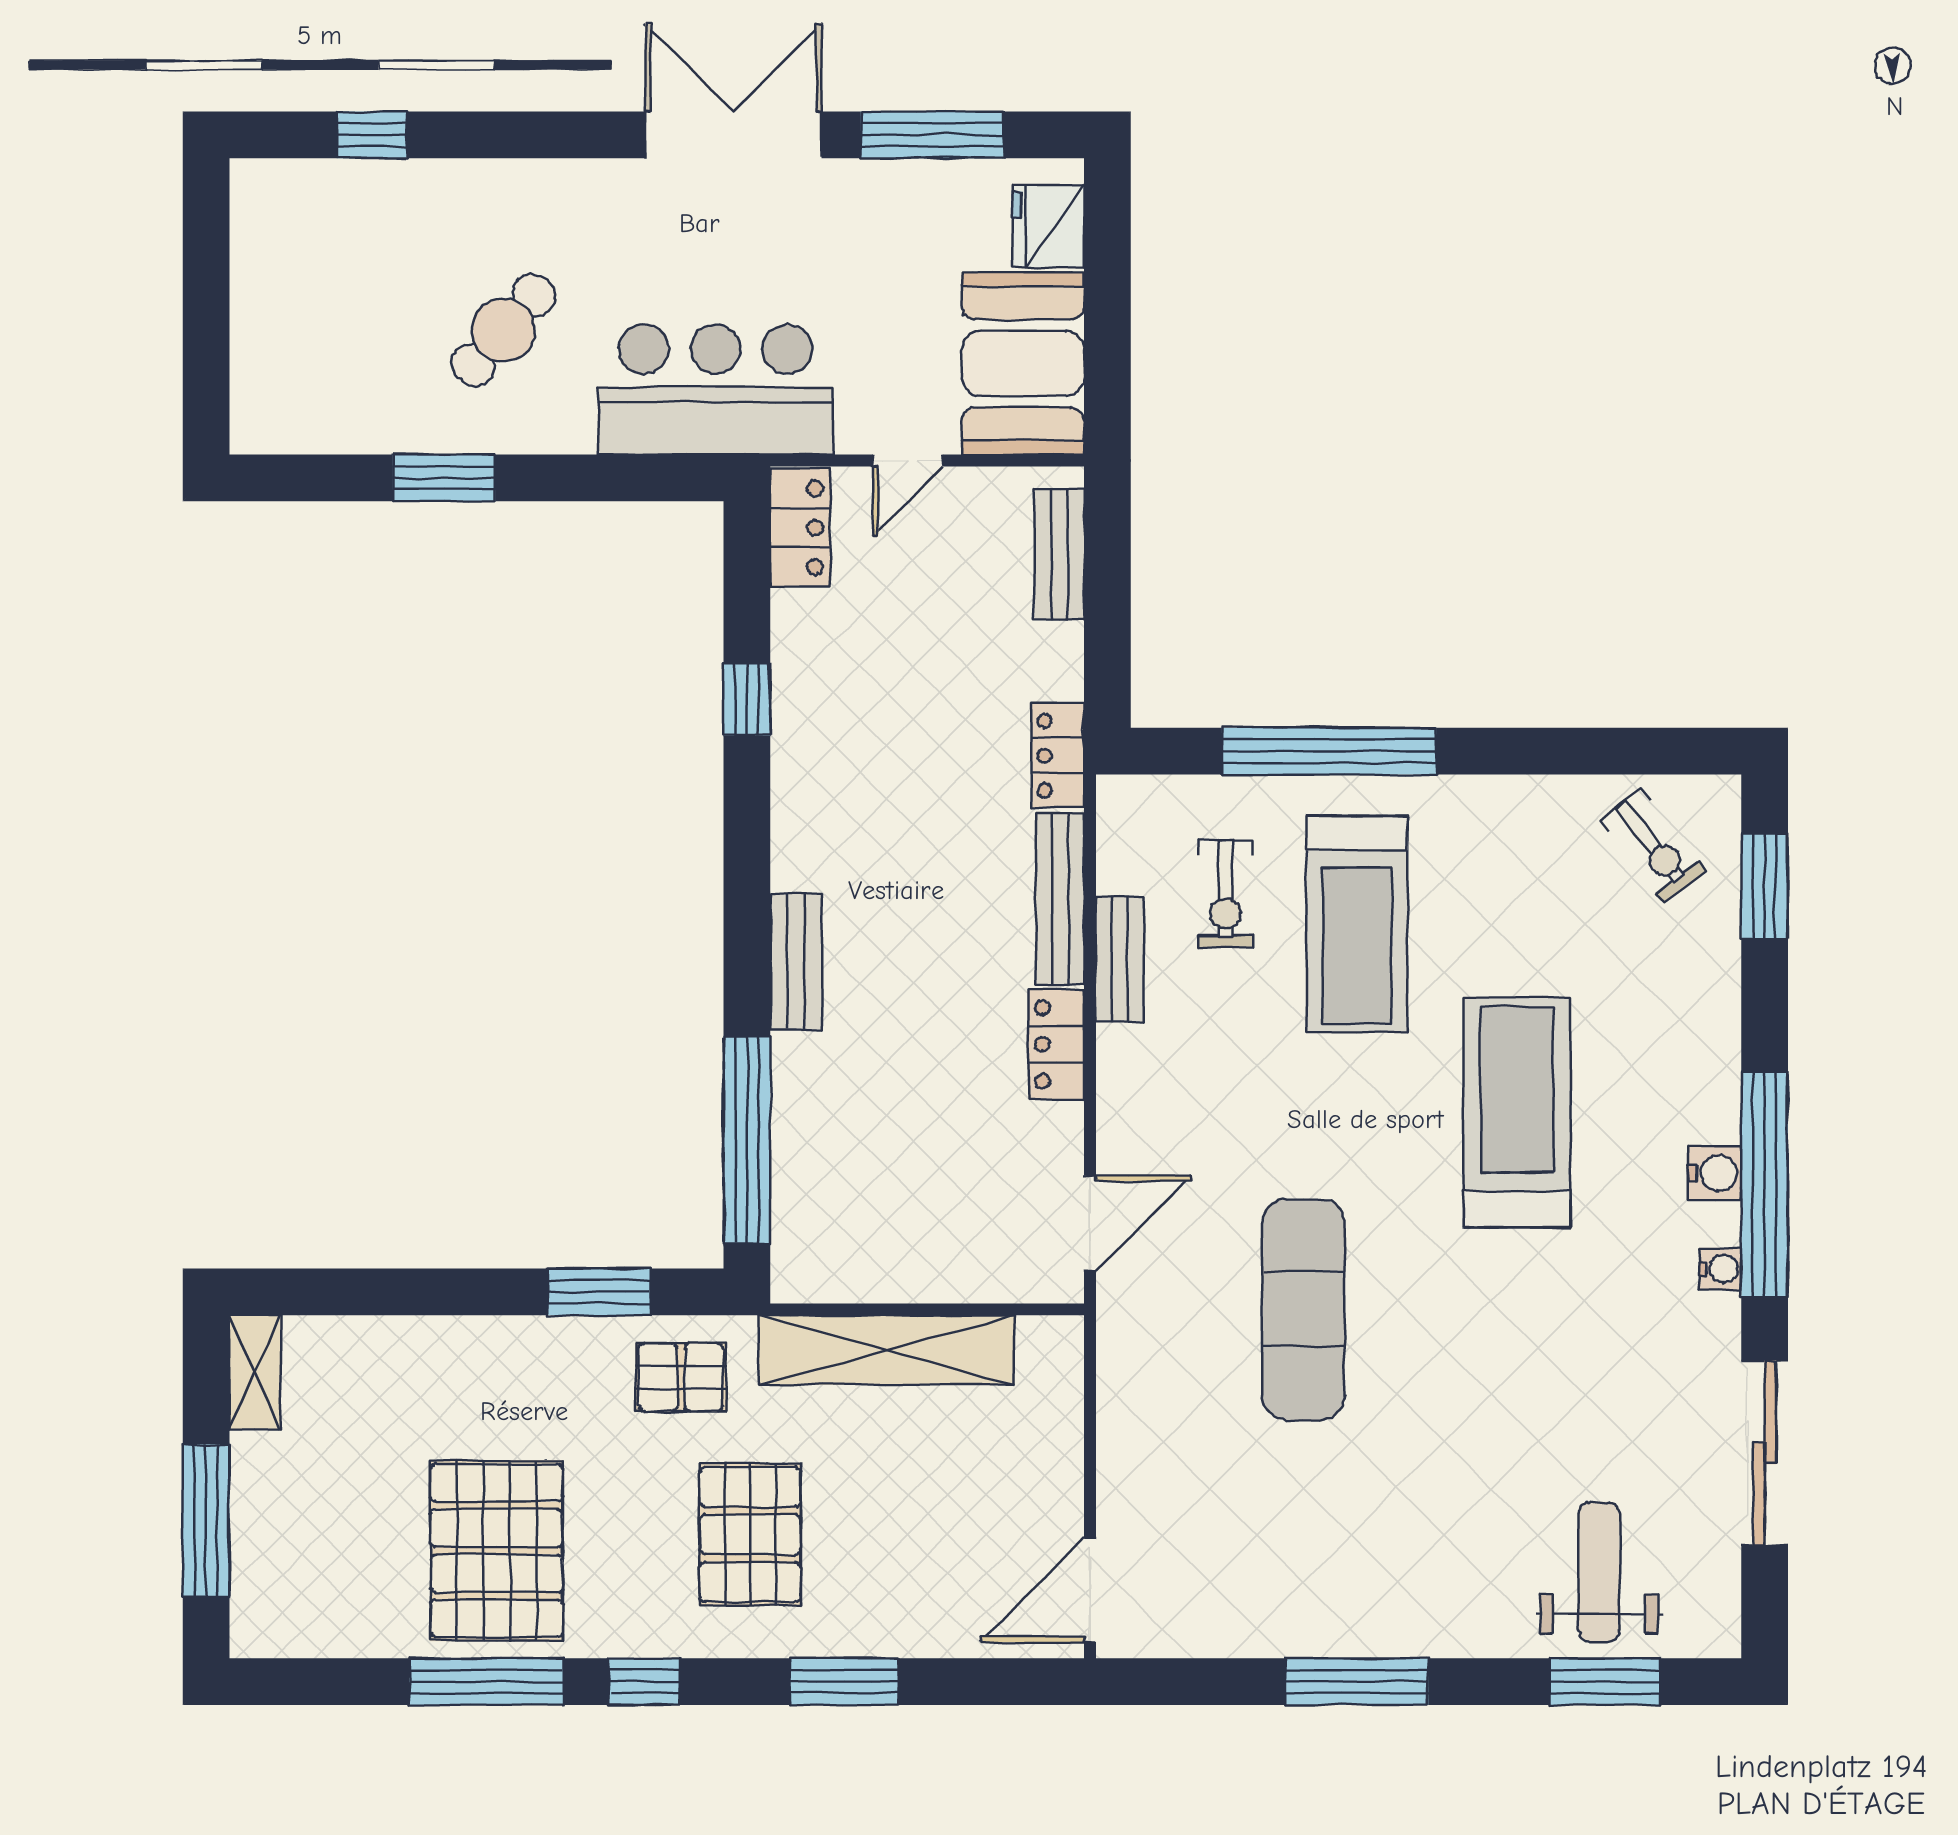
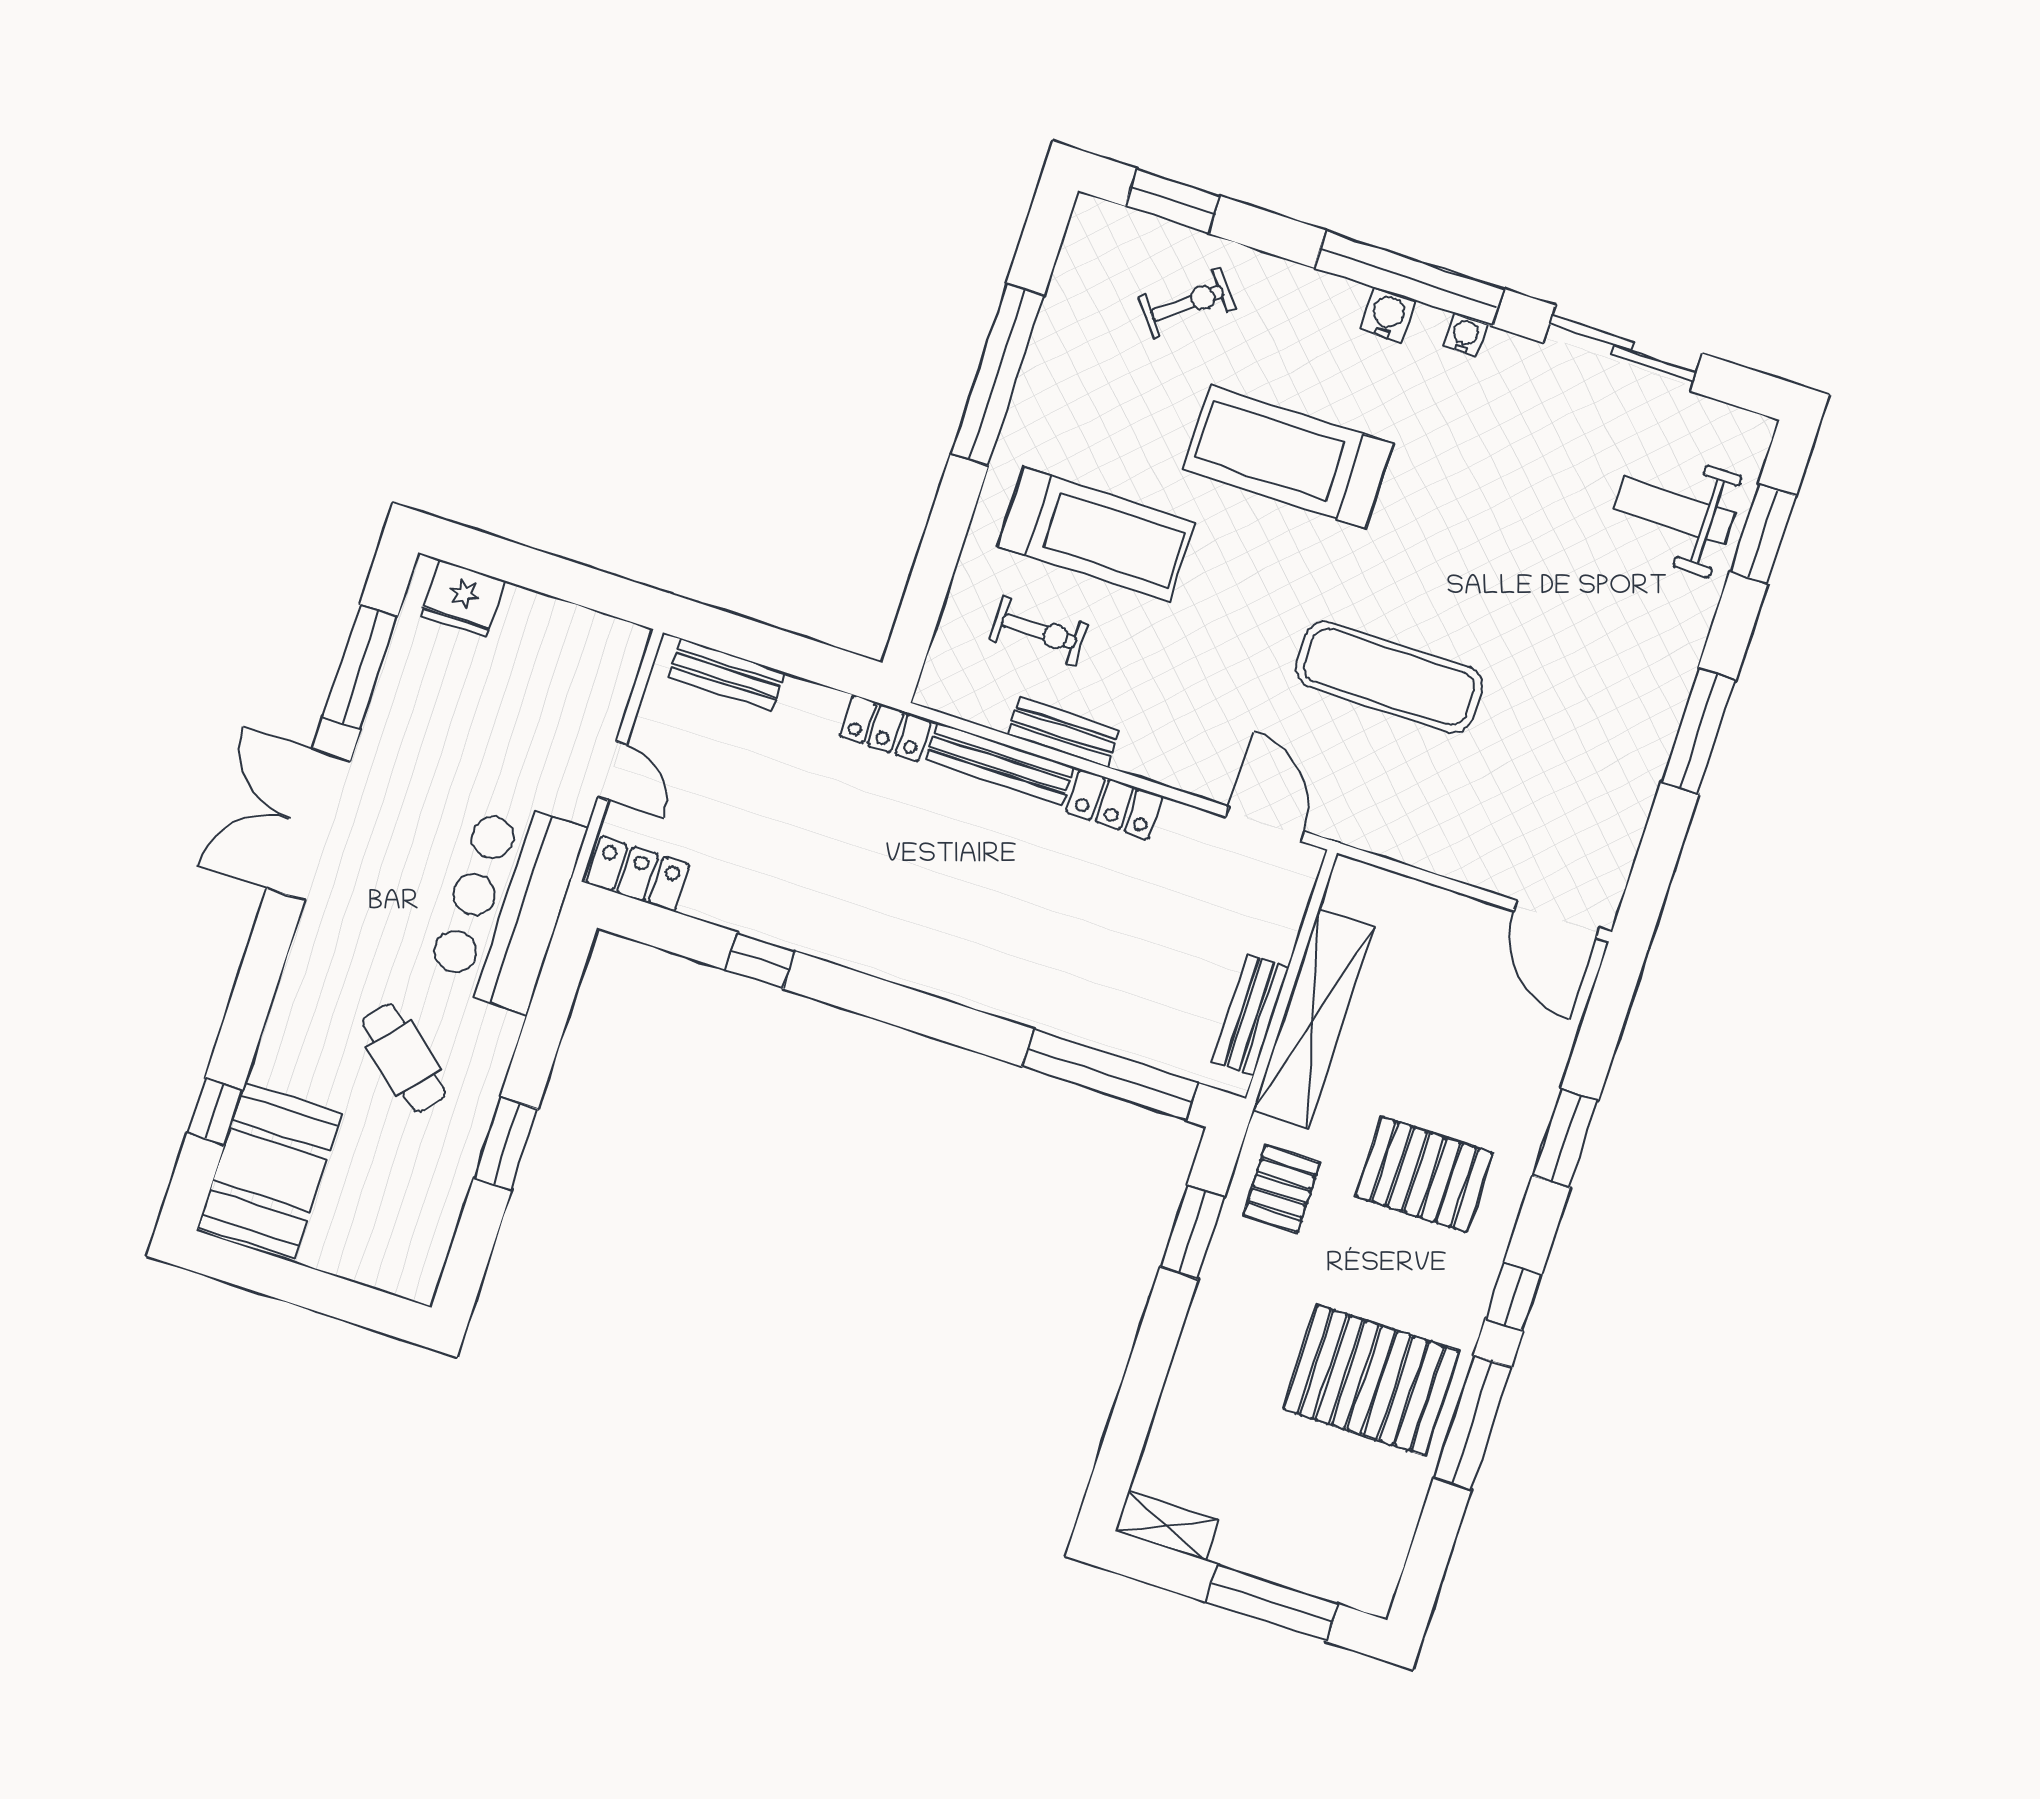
booth: (1023, 363) -> (270, 1170), moved, turned 90
window: (1329, 751) -> (997, 374), moved
exercise bike: (1653, 846) -> (1187, 303), moved
bench: (796, 961) -> (1251, 1015), moved, turned 90

